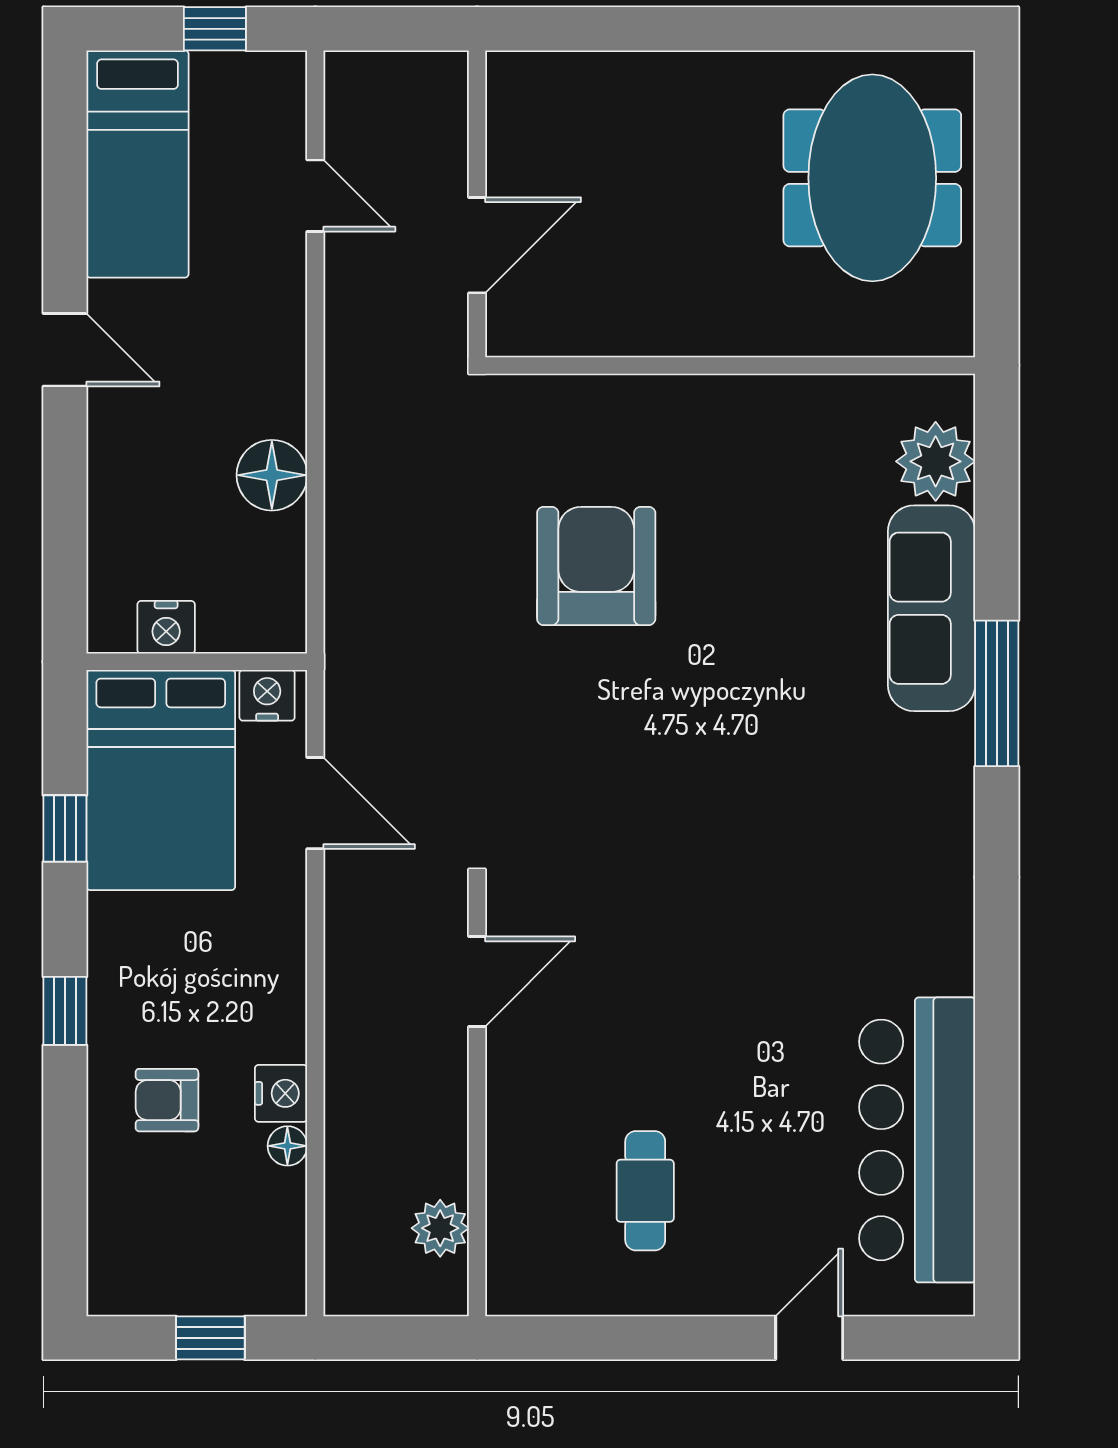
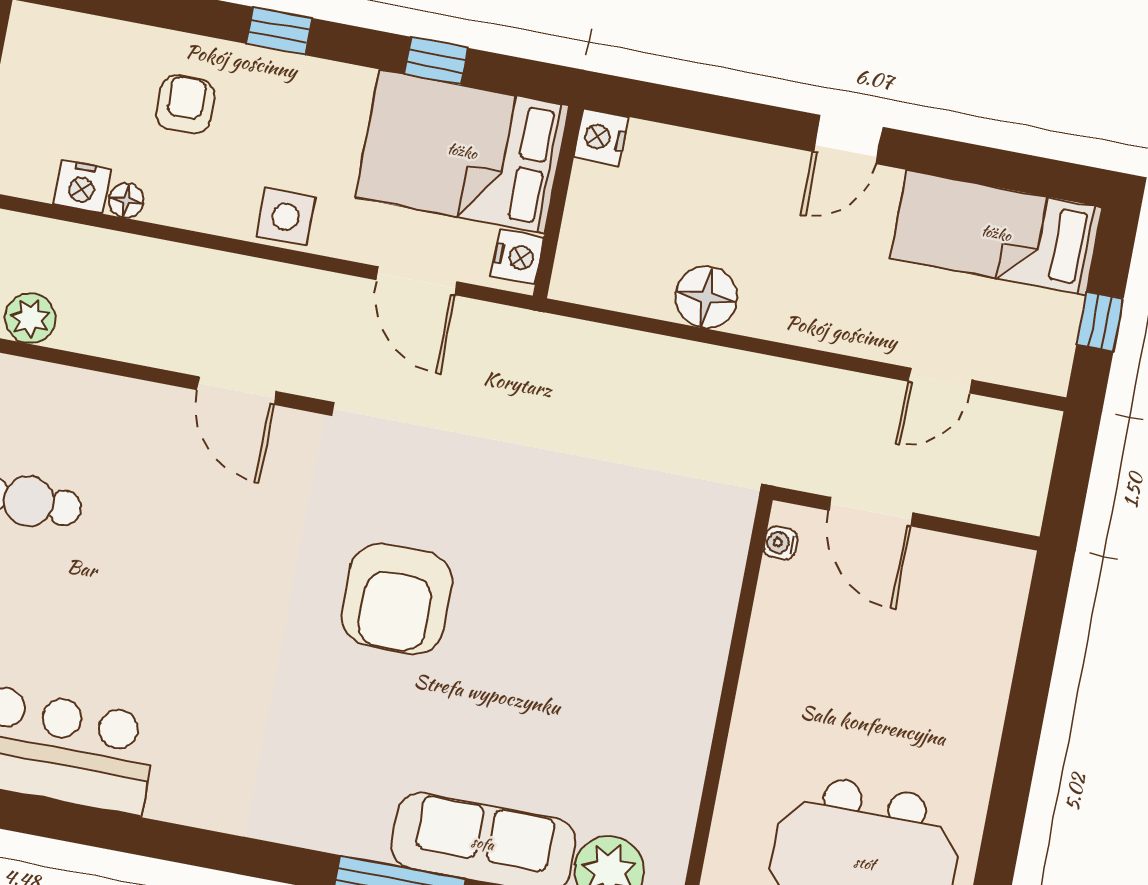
water cooler: (531, 340) -> (780, 543), added
armchair: (596, 566) -> (397, 599), moved, turned 90
nightstand: (166, 627) -> (601, 137), moved
door: (315, 803) -> (417, 281), hinge flipped
side table: (272, 964) -> (286, 217), added
nightstand: (281, 1093) -> (82, 186), moved

